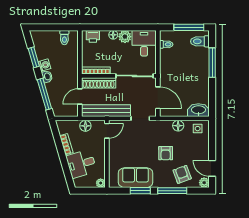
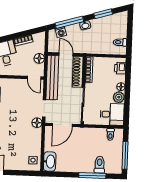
toilet: (200, 41) -> (100, 165), moved
washing machine: (44, 65) -> (61, 32), moved
floor lamp: (178, 126) -> (37, 123), moved
armchair: (166, 153) -> (12, 130), removed

